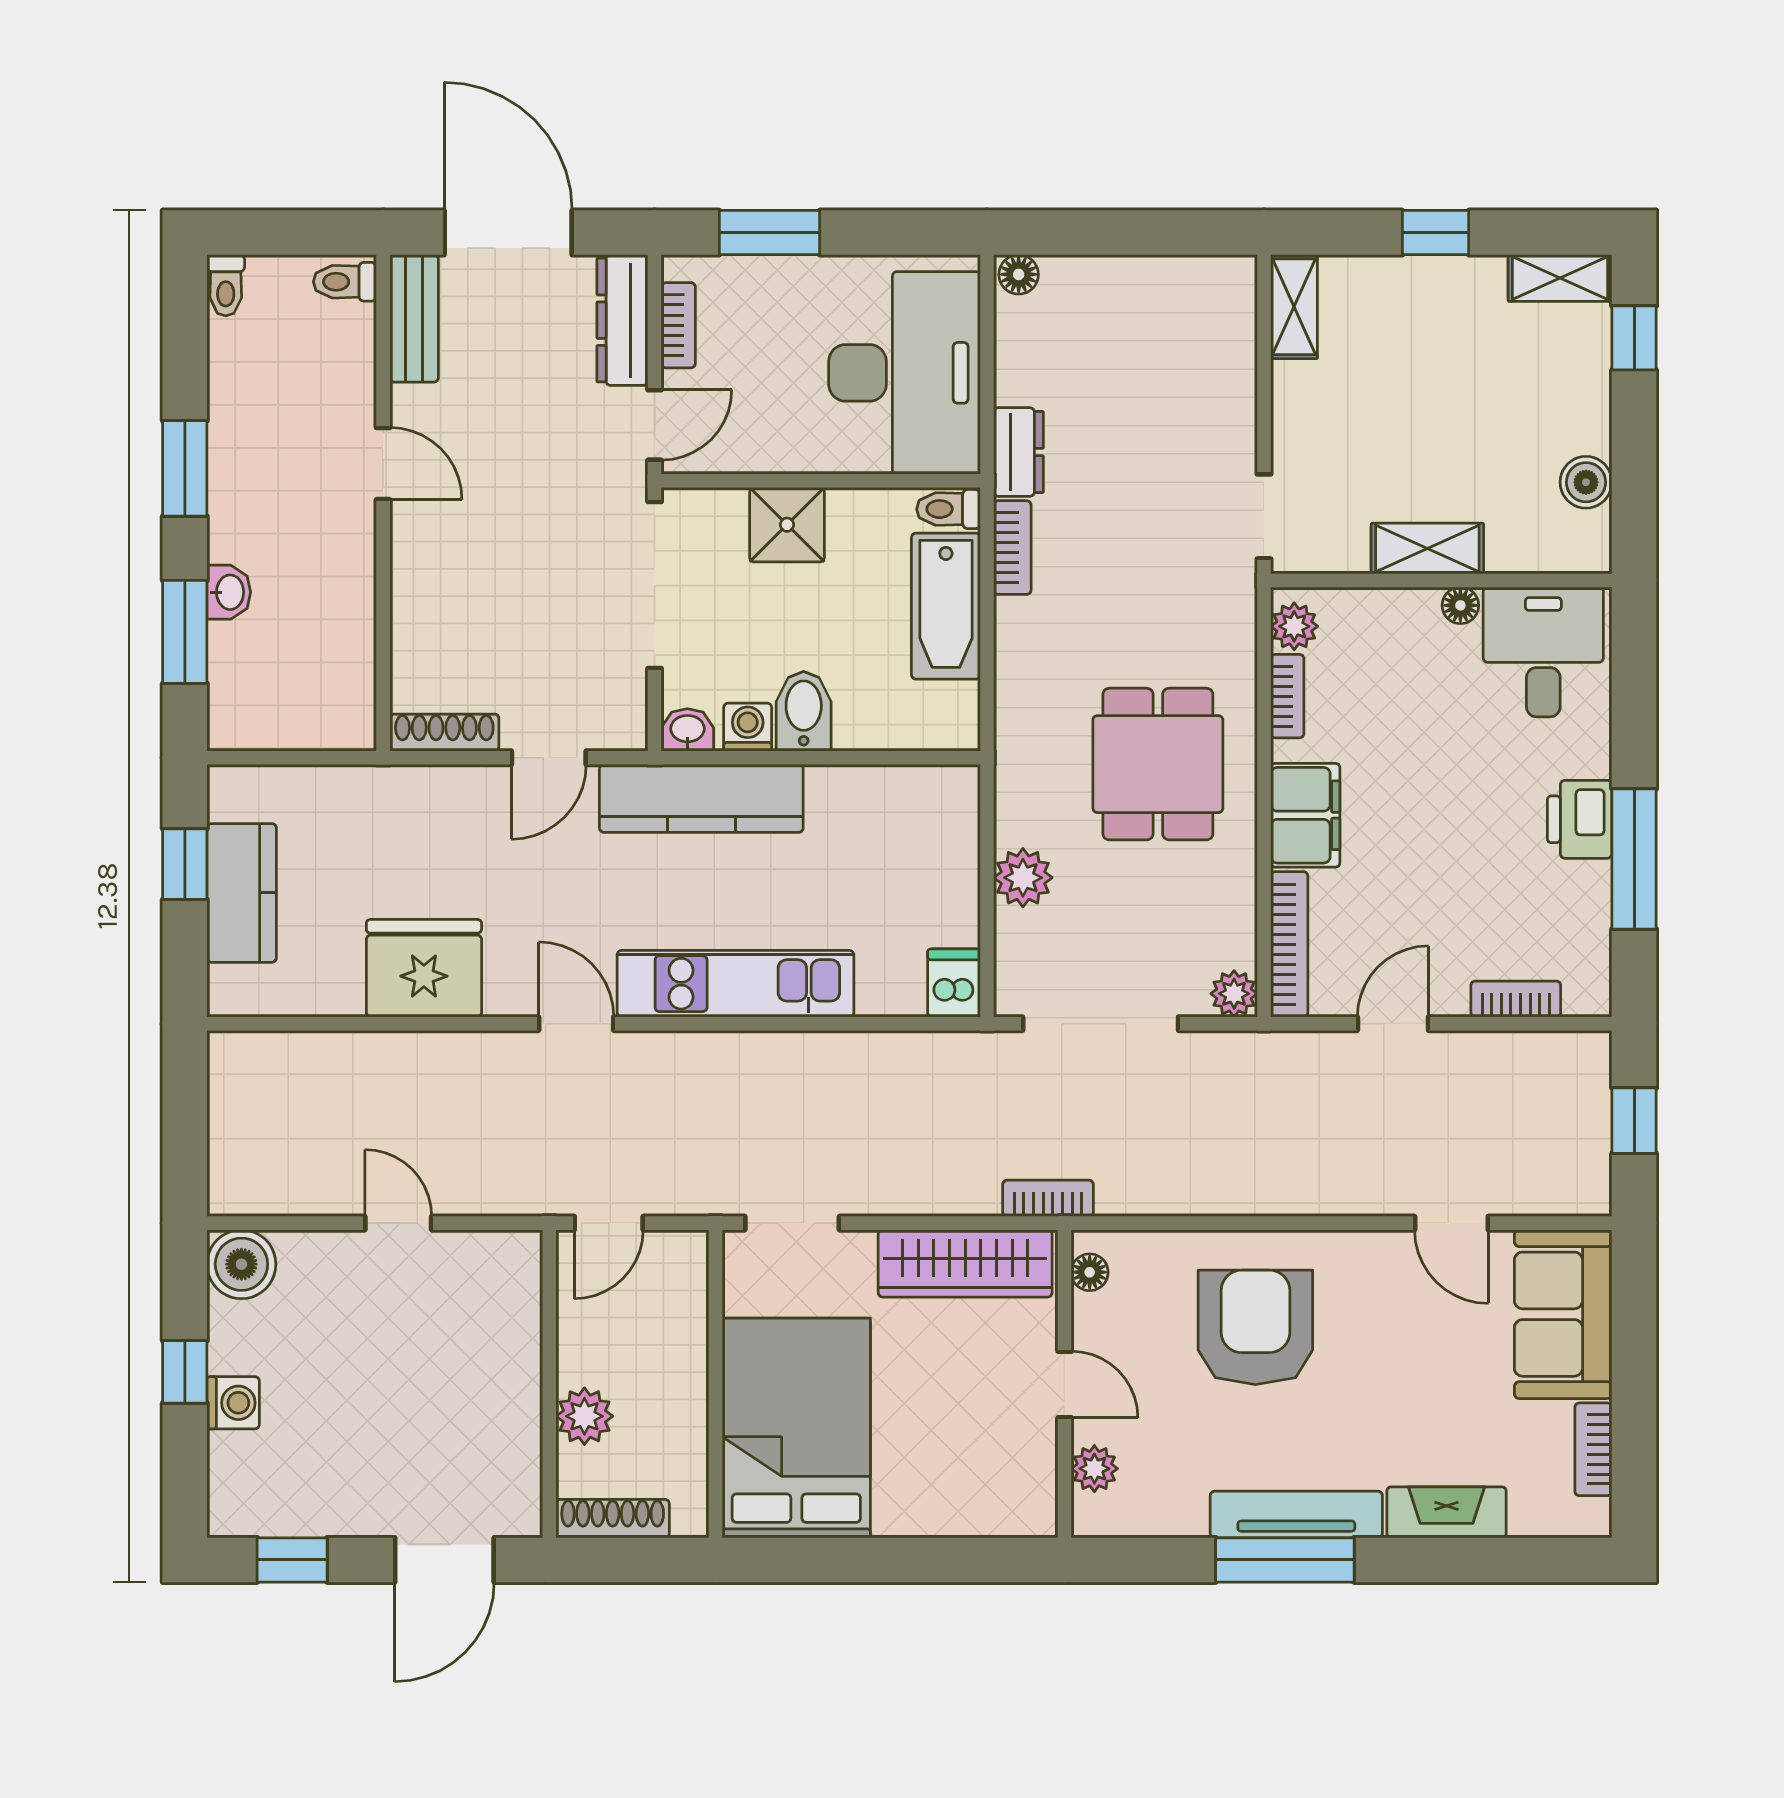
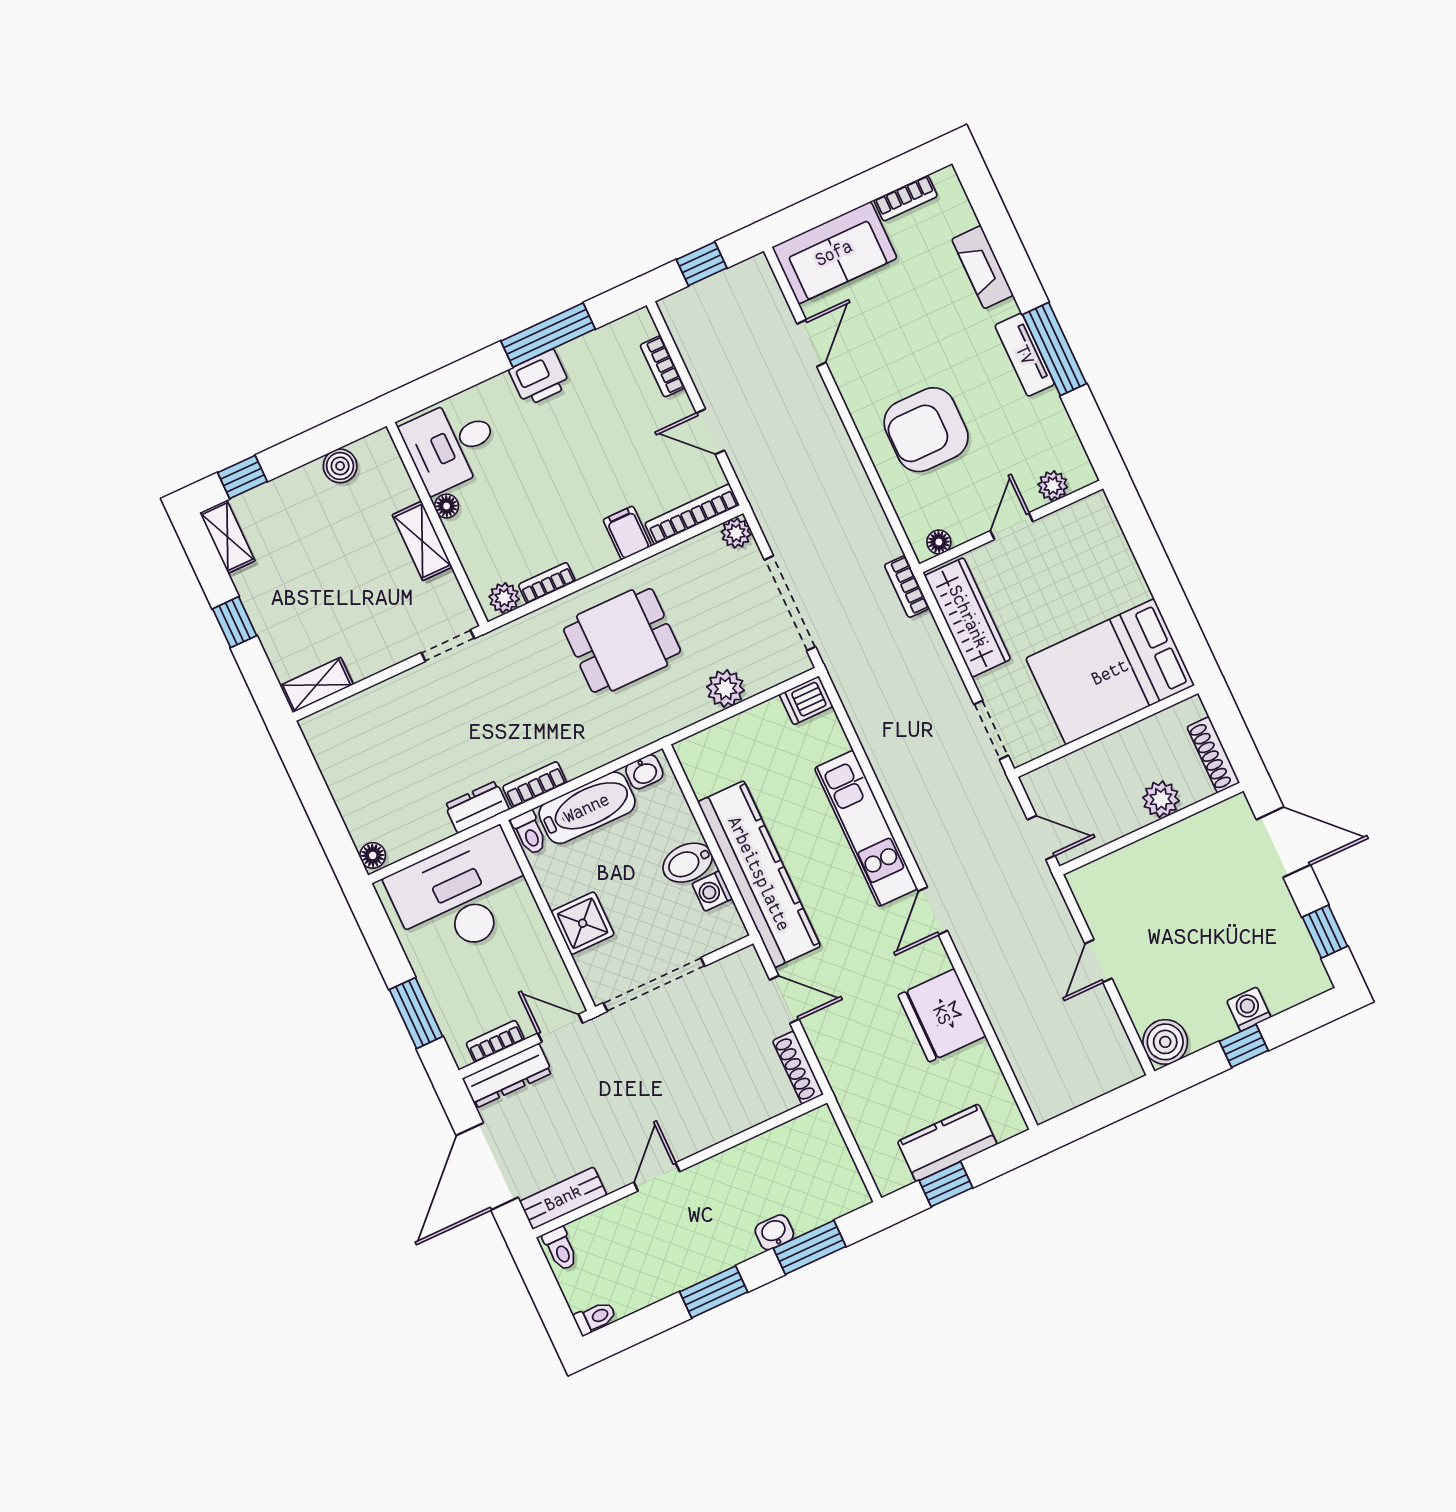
washbasin: (687, 730) -> (644, 772), moved, turned -90
kitchen counter: (701, 798) -> (759, 874), width x1.39, depth x1.17
filing cabinet: (1305, 815) -> (627, 533), width x0.50
tv unit: (1296, 1514) -> (1025, 355), width x0.71

